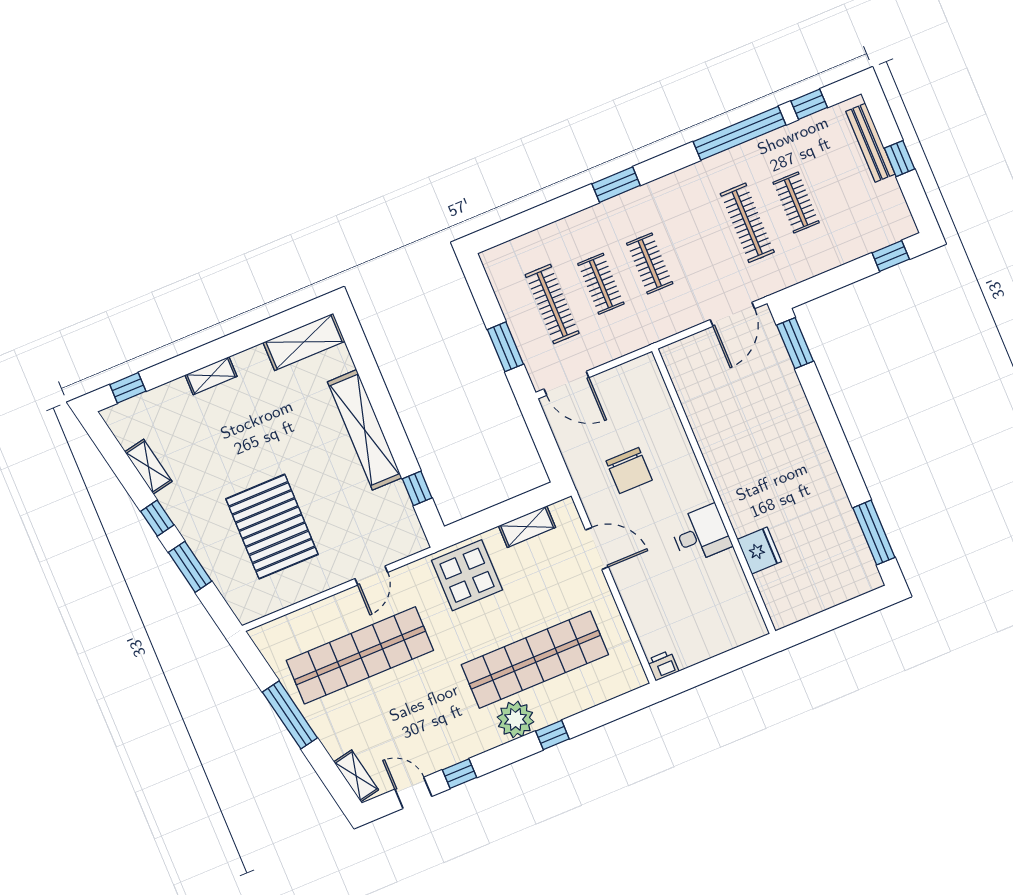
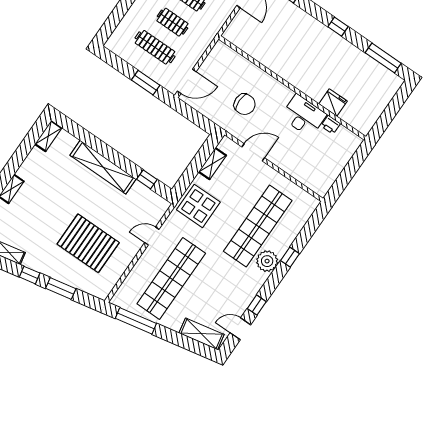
shelving: (304, 342) -> (48, 136), width x0.67, depth x0.75
window: (837, 445) -> (338, 27), added
desk: (701, 534) -> (304, 116), width x1.37
door: (371, 575) -> (152, 236), swing flipped
printer: (663, 666) -> (331, 125), moved, turned -90
window: (290, 715) -> (136, 321), moved
shelving: (356, 776) -> (202, 334), width x1.50, depth x1.33

